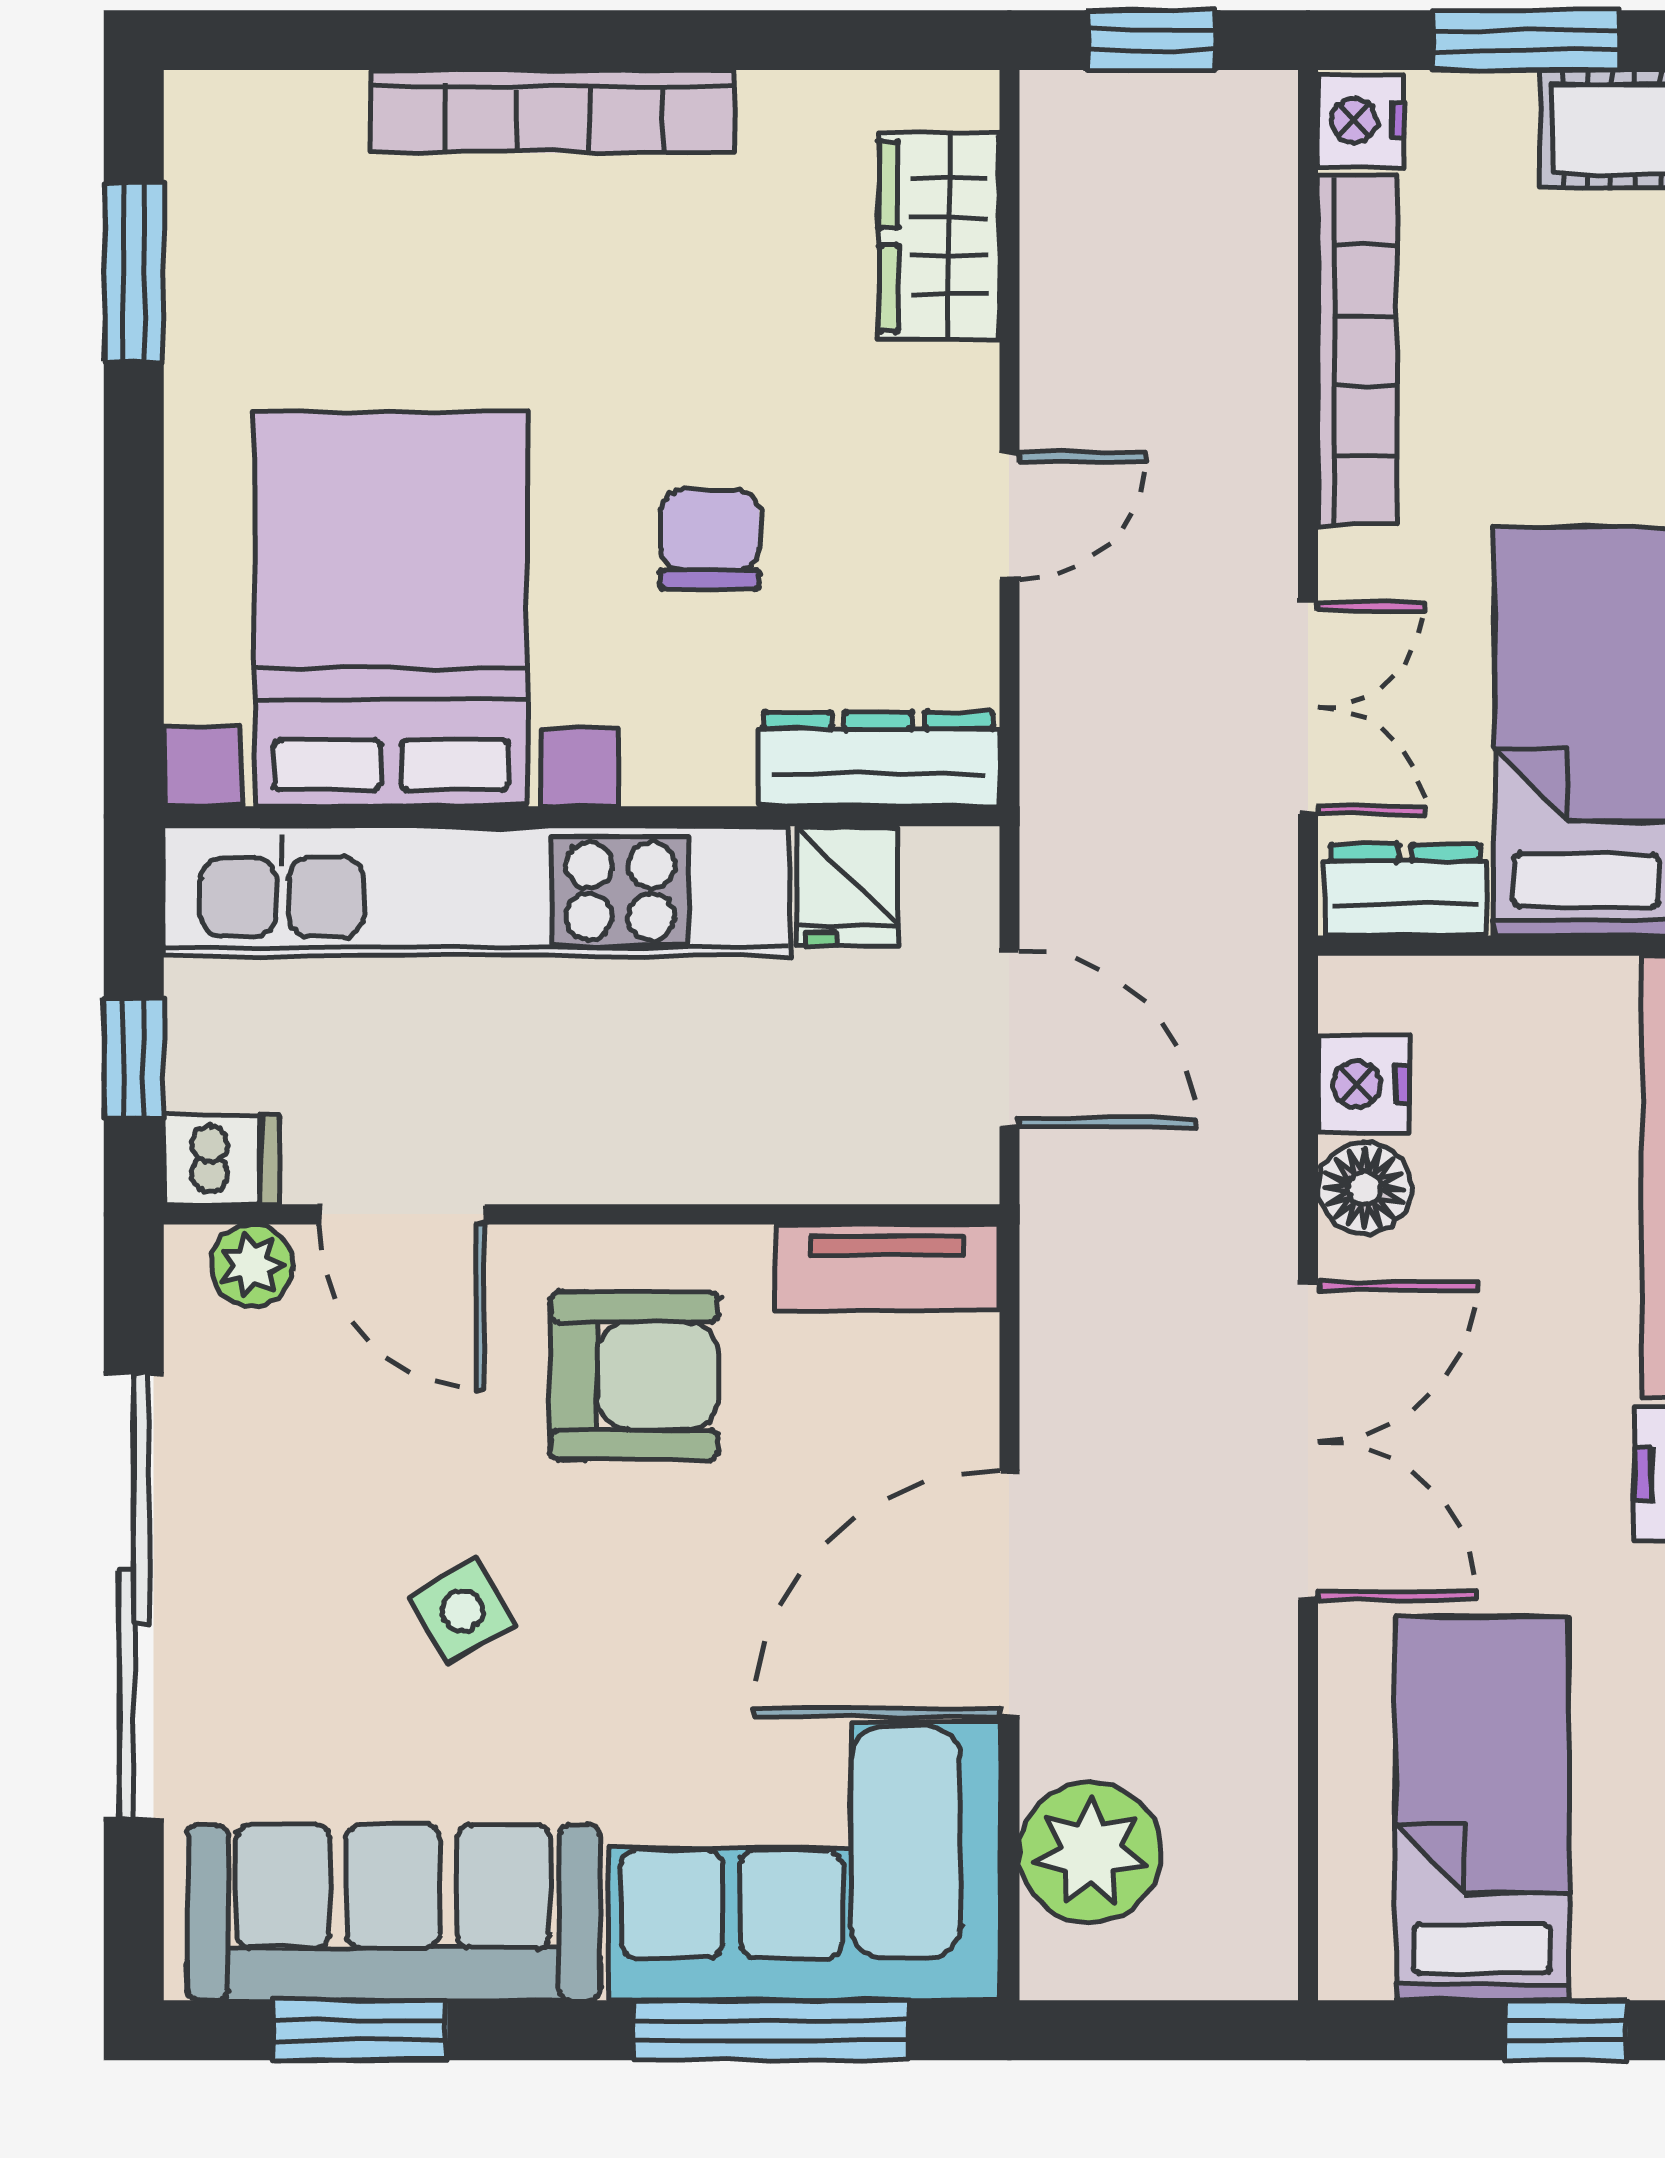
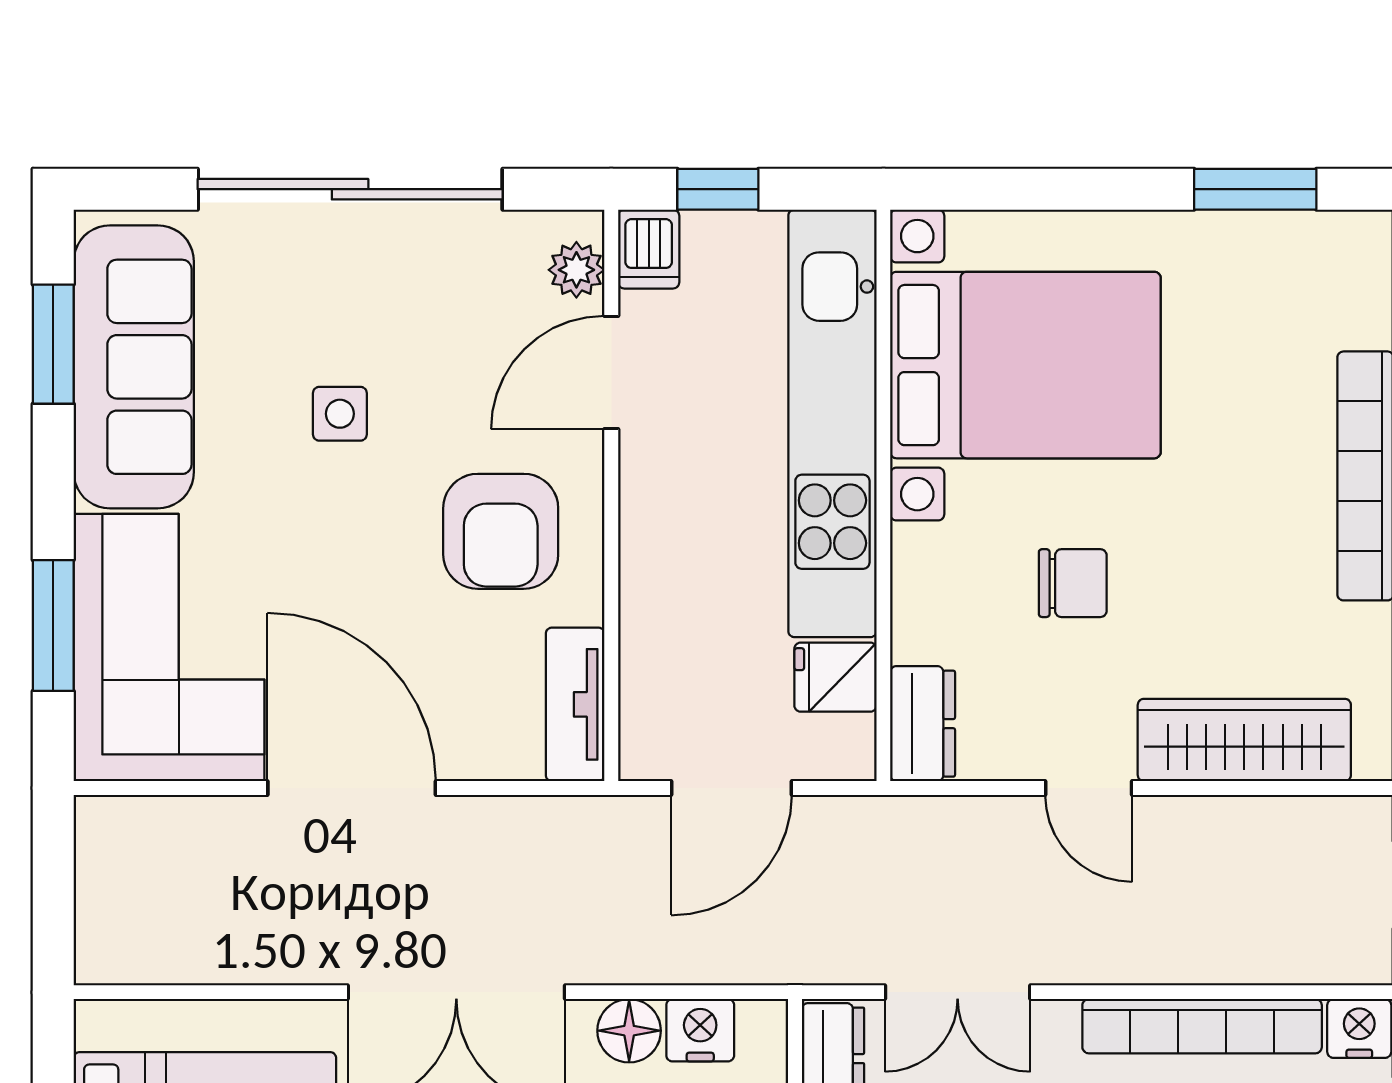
wardrobe: (939, 237) -> (1244, 740), width x1.50
dresser: (879, 759) -> (923, 724), width x0.70
side table: (462, 1611) -> (340, 414), turned 30
plant: (1090, 1852) -> (175, 843), removed
window: (772, 2030) -> (53, 625), width x0.69

